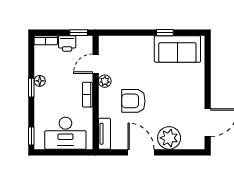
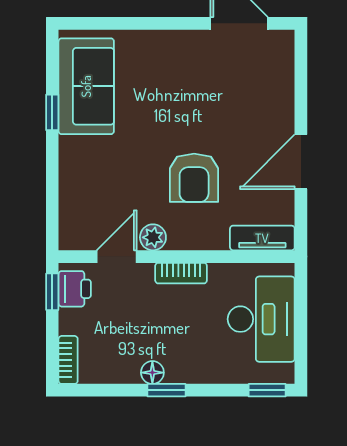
printer: (67, 43) -> (75, 289), moved
door: (96, 64) -> (117, 257), swing flipped
plant: (169, 138) -> (271, 104), removed

